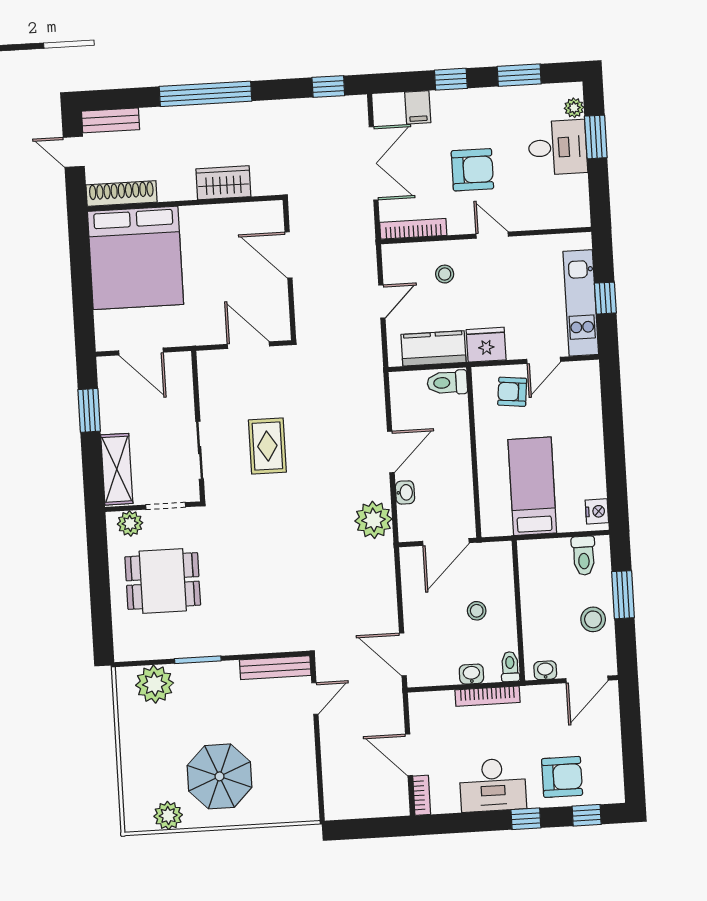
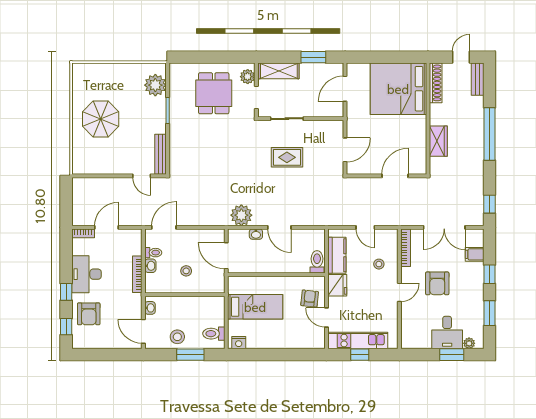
toilet: (510, 667) -> (153, 253), moved
plant: (168, 816) -> (80, 88), removed

